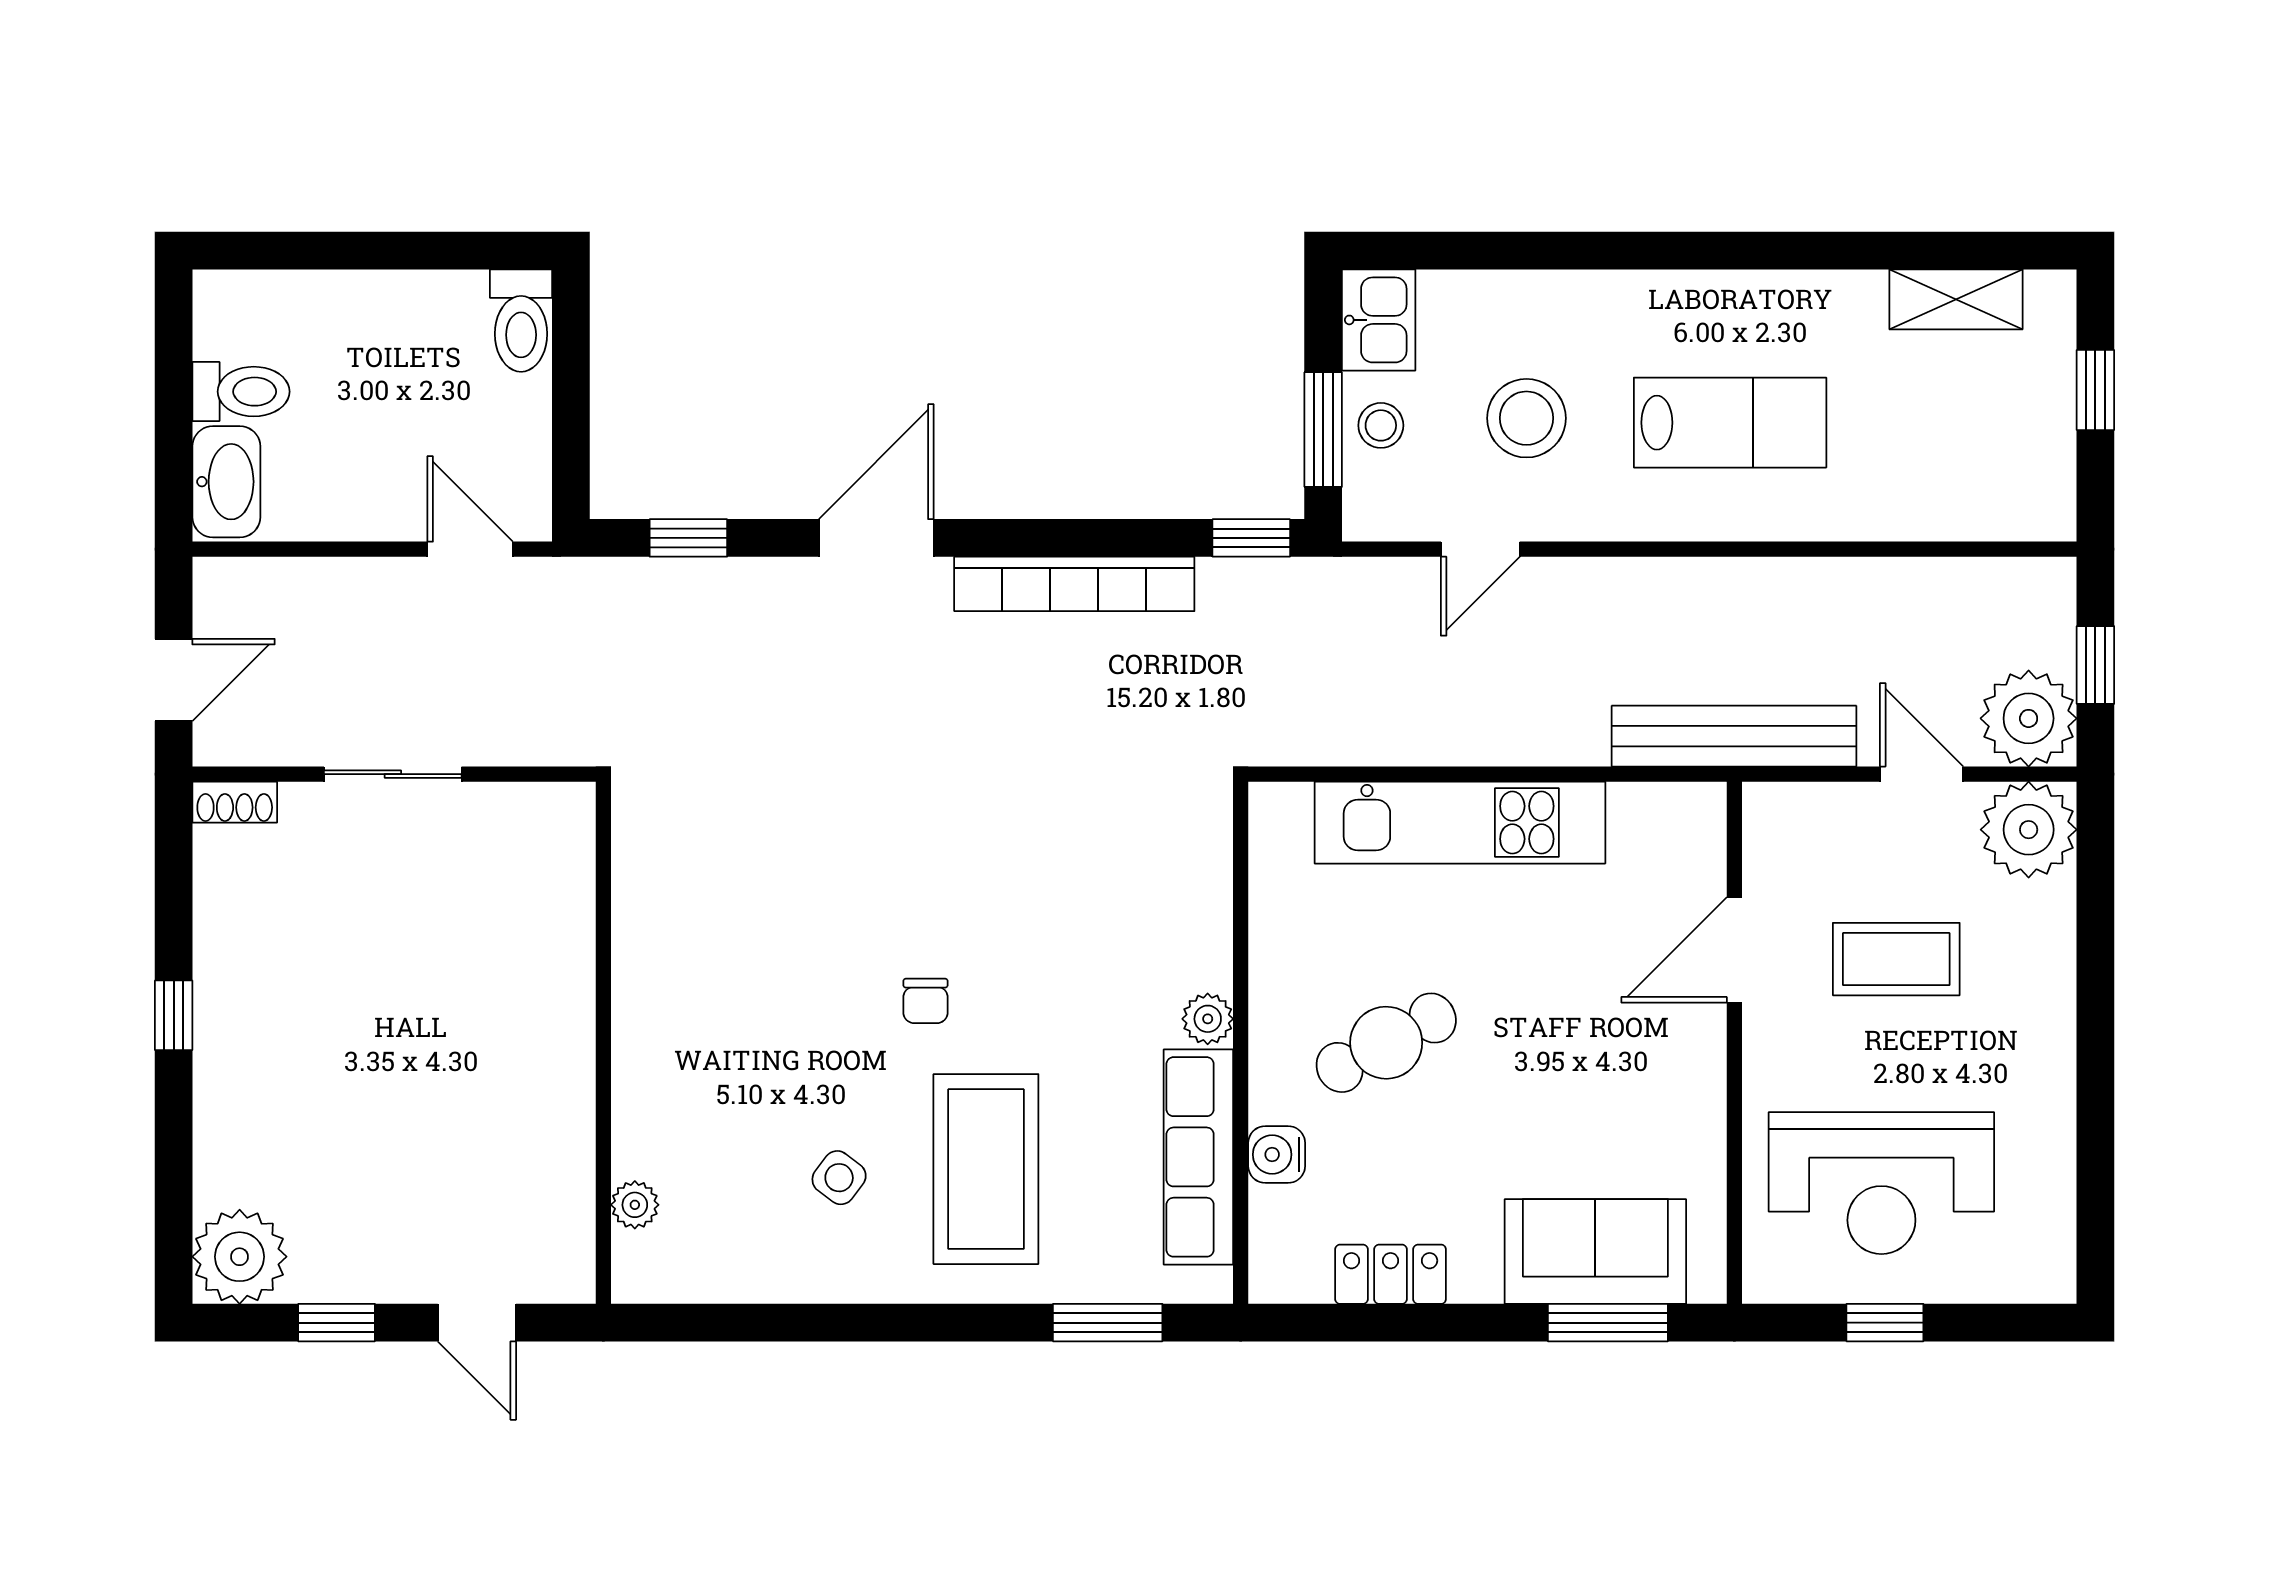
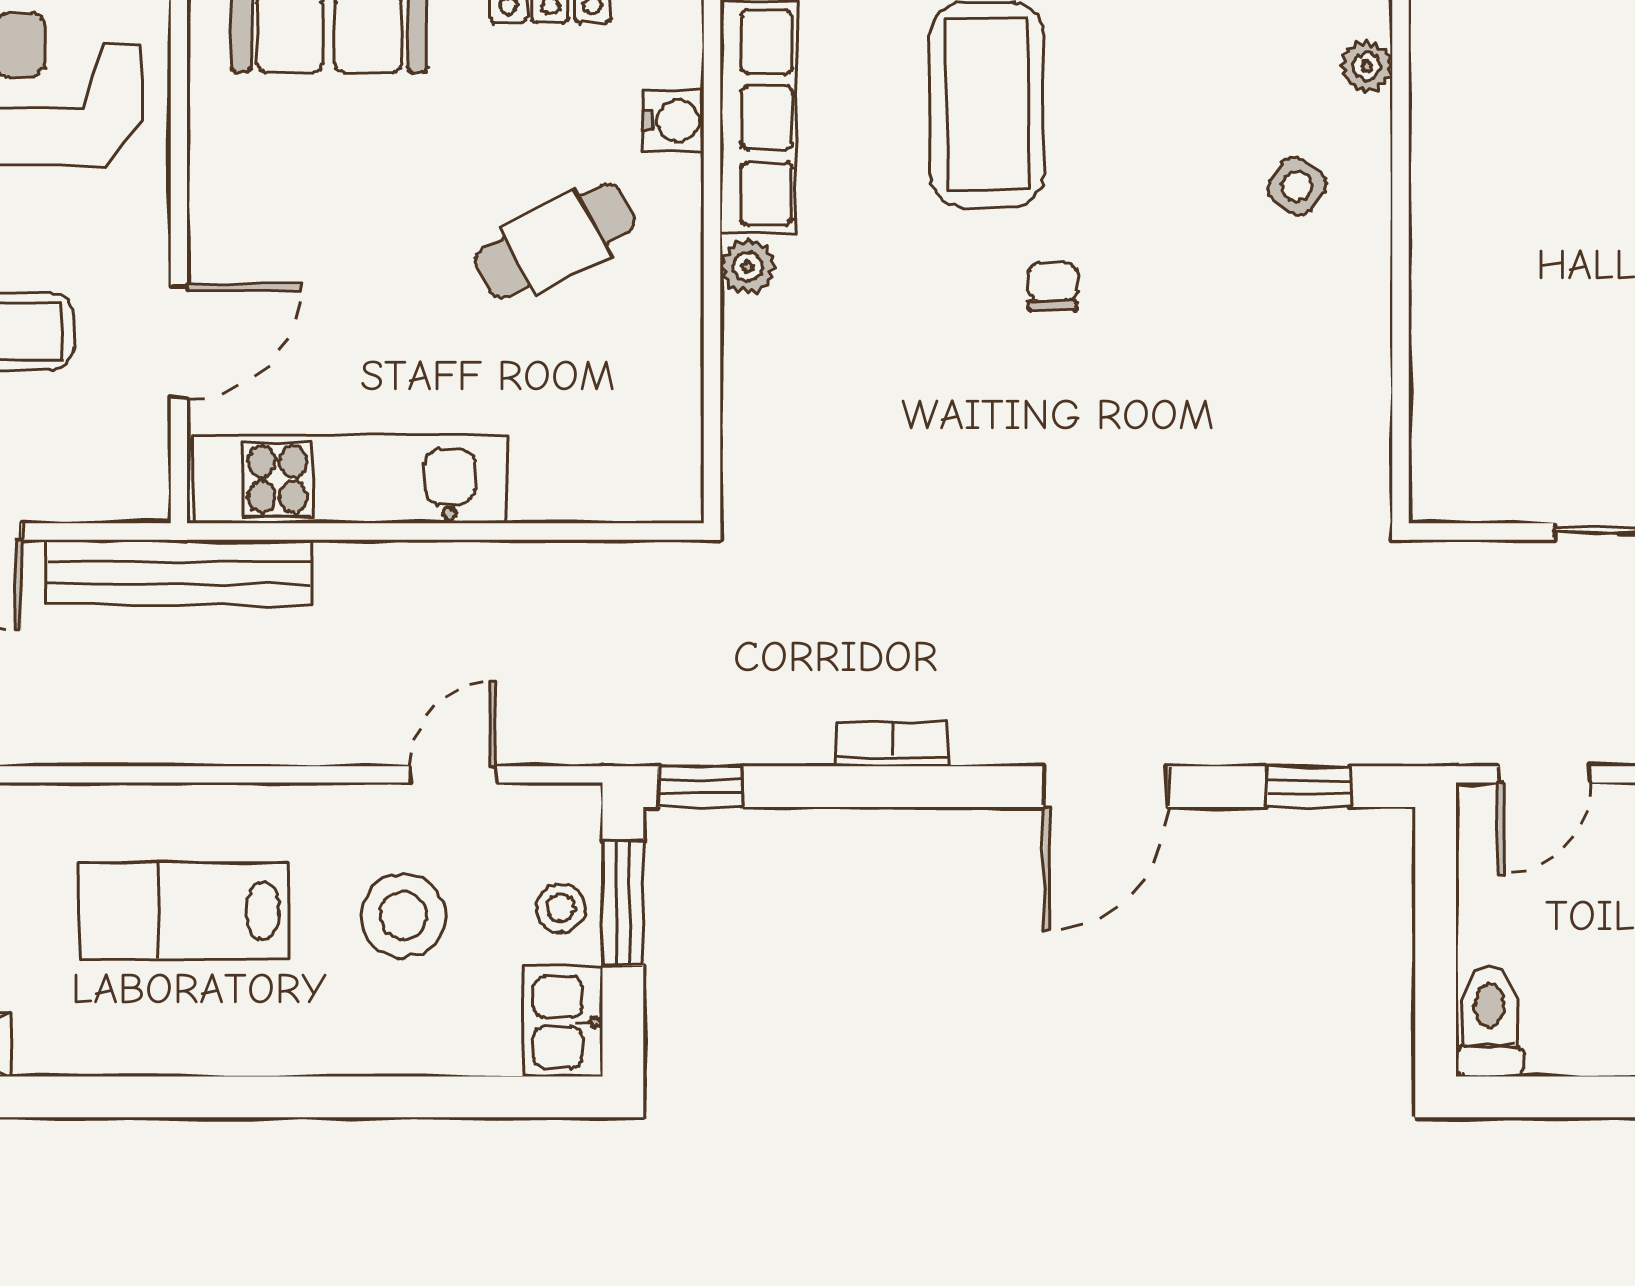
door: (470, 549) -> (1544, 774), hinge flipped
bookcase: (1074, 584) -> (892, 744), width x0.43, depth x0.76
kitchen unit: (1460, 823) -> (350, 479), moved
side table: (839, 1178) -> (1297, 186), moved

